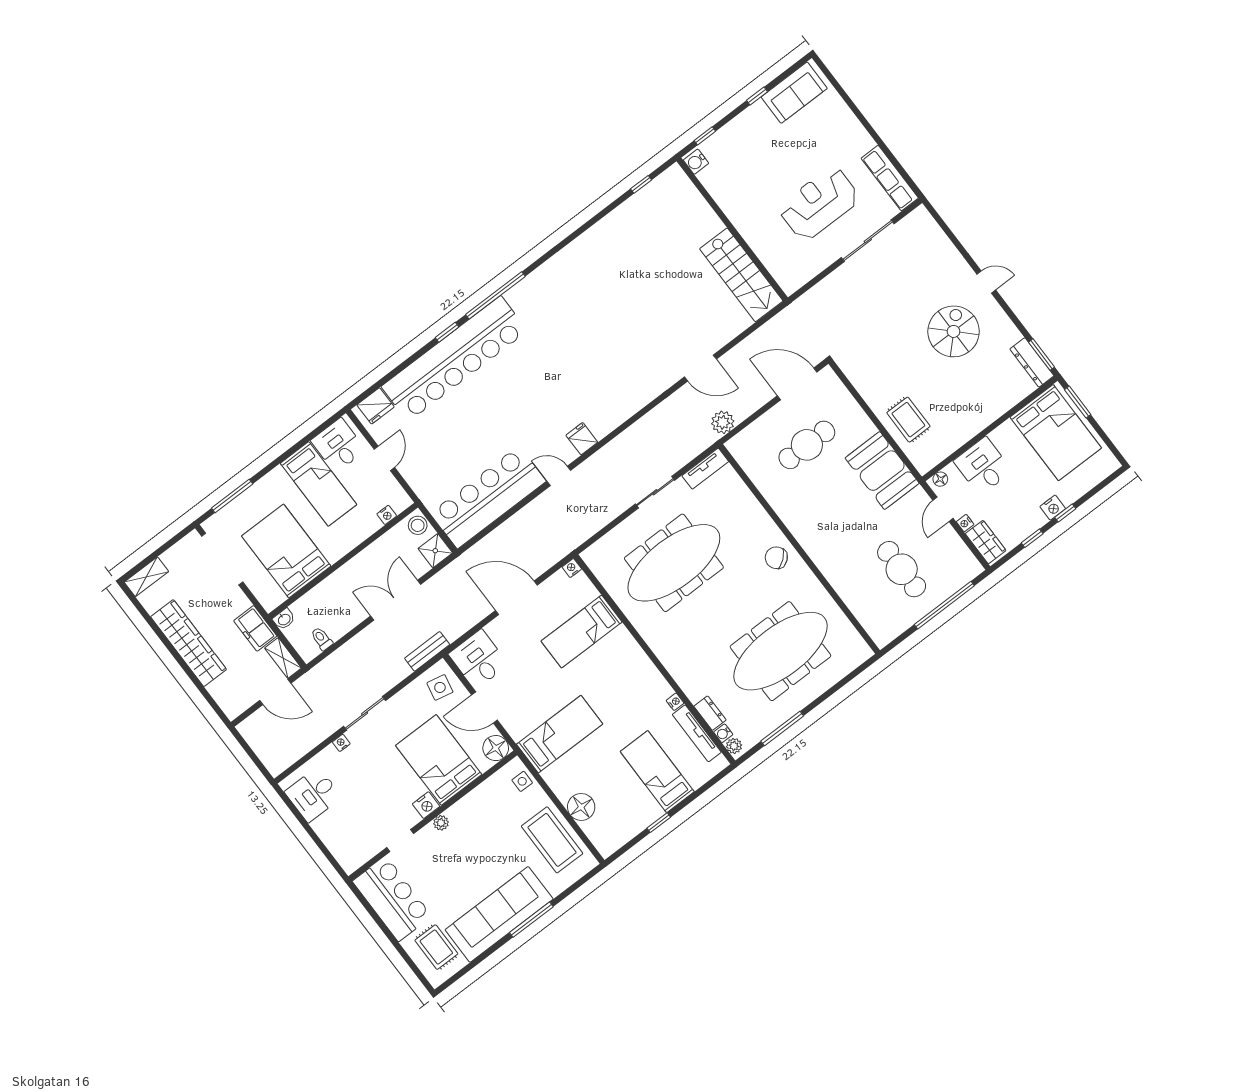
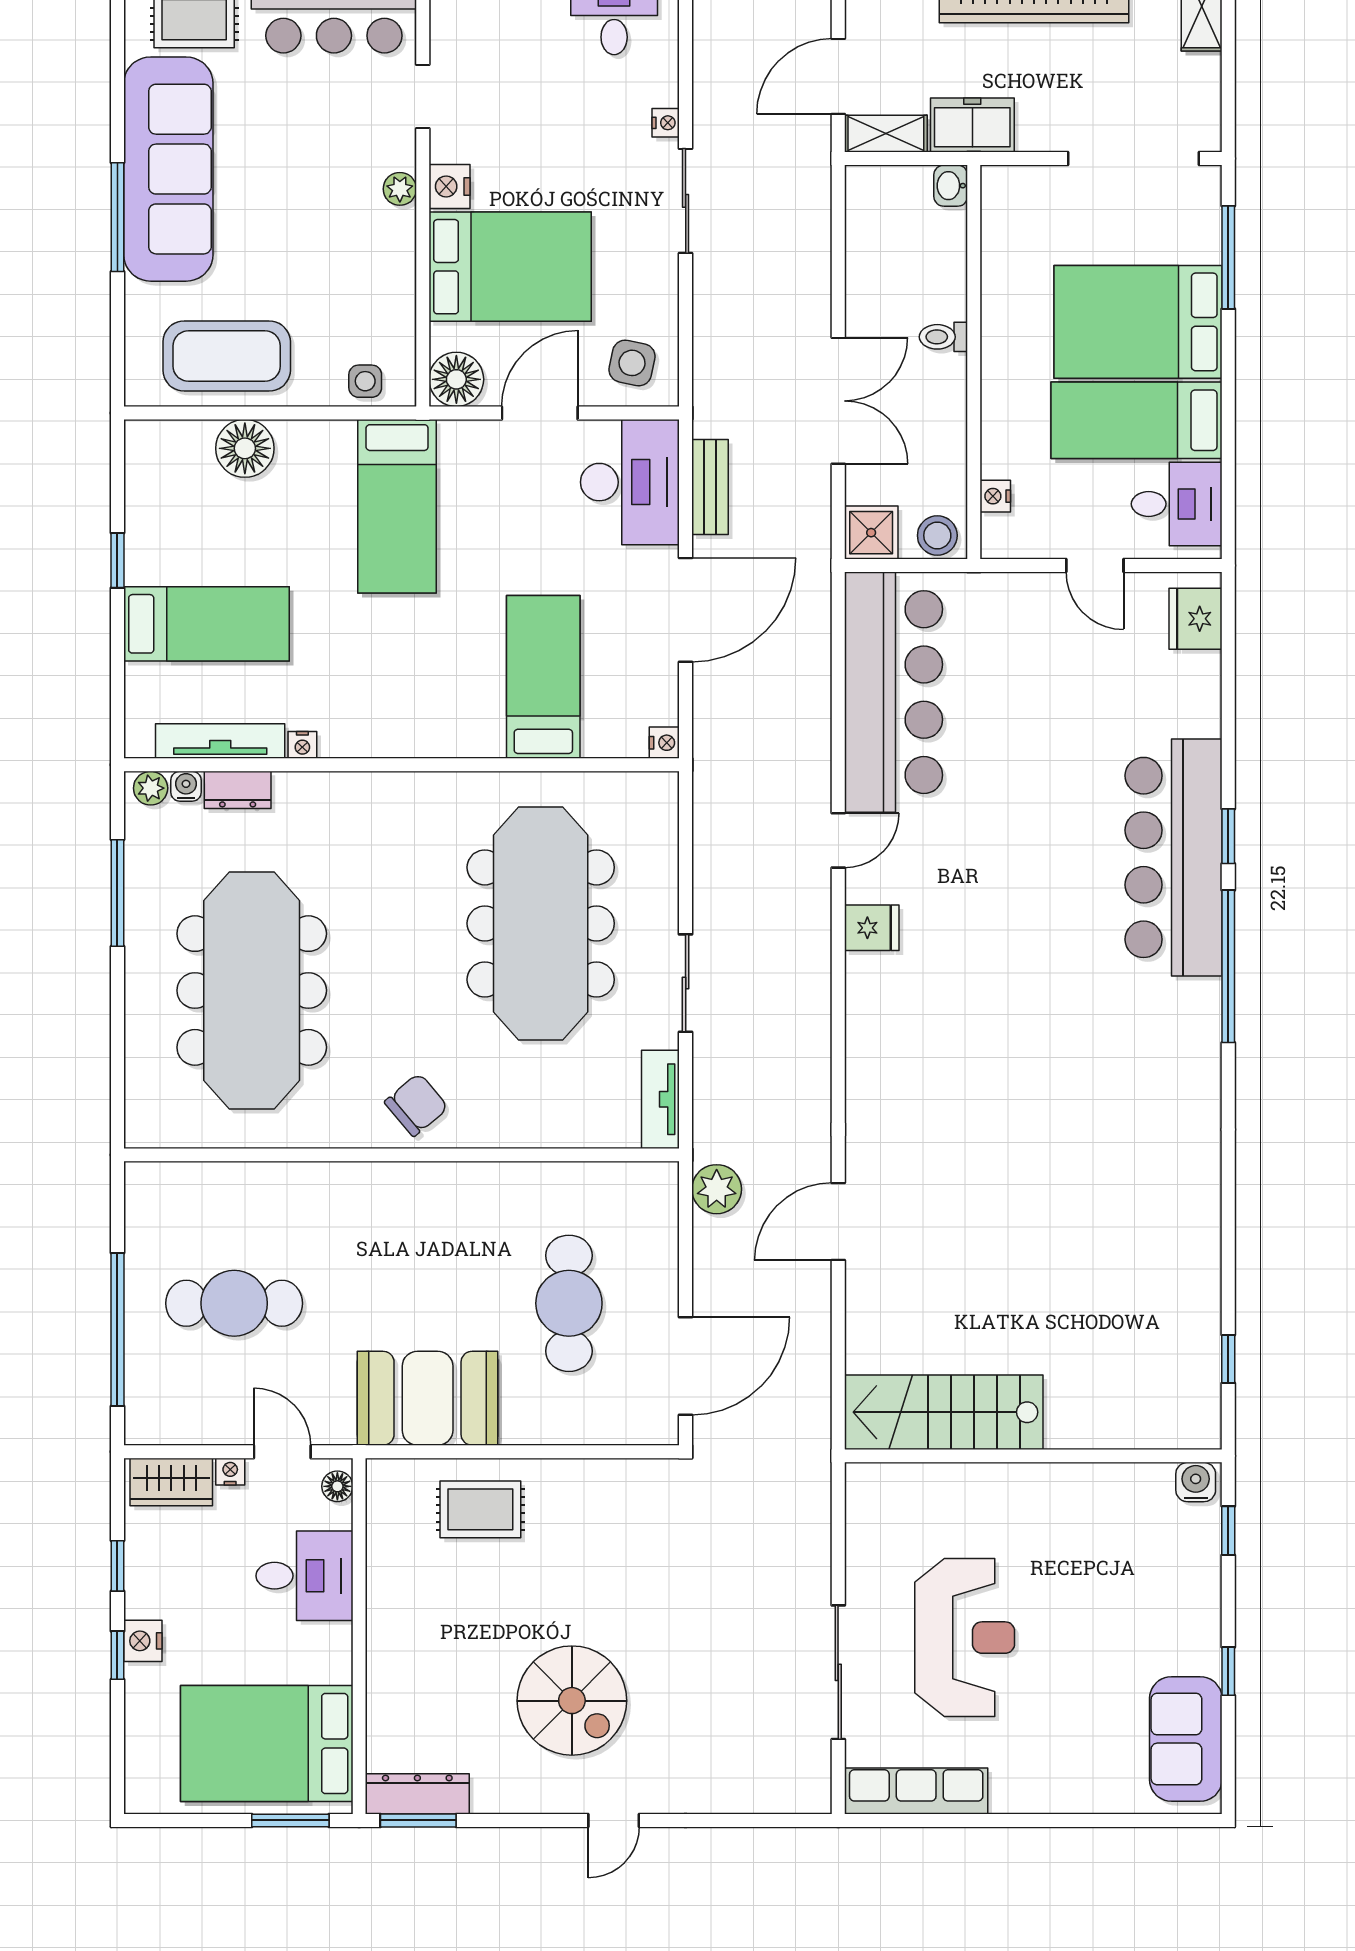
bar counter: (454, 359) -> (1174, 857), width x0.73
bed: (286, 551) -> (1138, 322), moved, turned 180
toilet: (322, 639) -> (943, 337), moved, turned 180
bench: (427, 651) -> (710, 487), moved
desk: (478, 659) -> (630, 482), width x1.37

